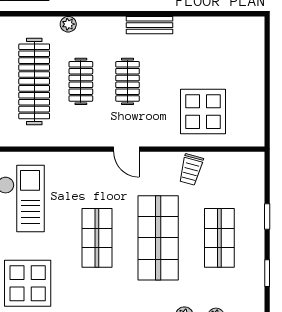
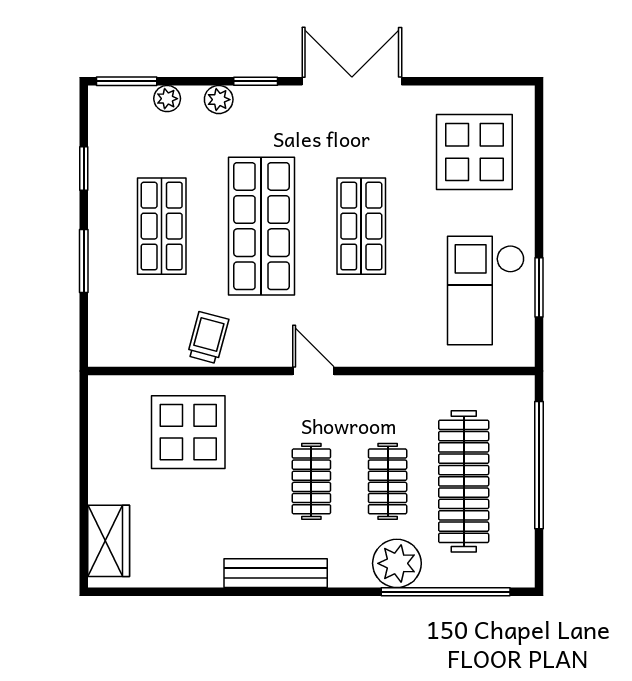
window: (45, 14) -> (446, 592), added
plant: (68, 24) -> (397, 563), width x1.88, depth x1.88
bench: (150, 25) -> (276, 573), width x1.36
wardrobe: (252, 45) -> (109, 541), added
window: (267, 216) -> (84, 261), width x1.50

